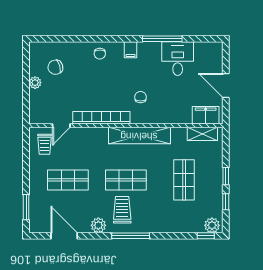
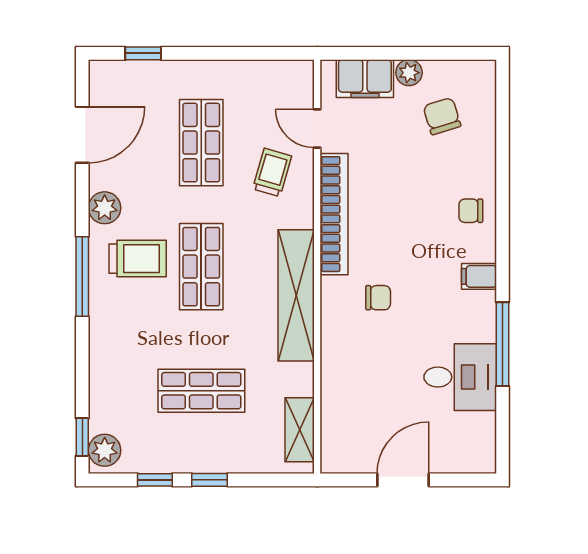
filing cabinet: (206, 115) -> (365, 79), moved, turned 90
trolley: (45, 144) -> (272, 172), moved, turned 106
window: (26, 207) -> (143, 53), width x0.67

